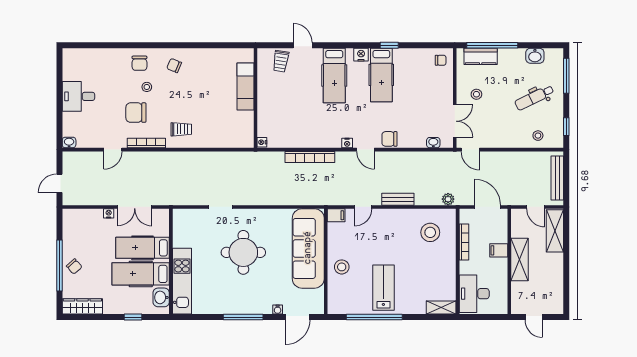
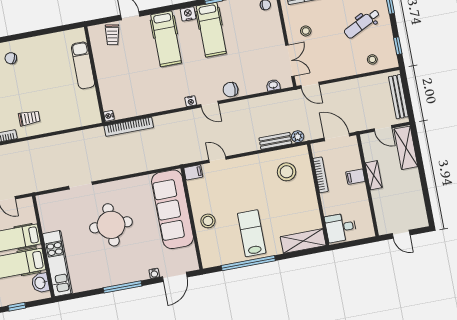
bookcase: (310, 157) -> (129, 127), moved
bench: (398, 199) -> (275, 141), moved
door: (363, 207) -> (217, 160), swing flipped
shelving: (520, 260) -> (374, 175), width x0.67, depth x0.75
desk: (474, 294) -> (341, 227), width x0.73
shelving: (441, 308) -> (303, 241), width x1.50, depth x1.33

